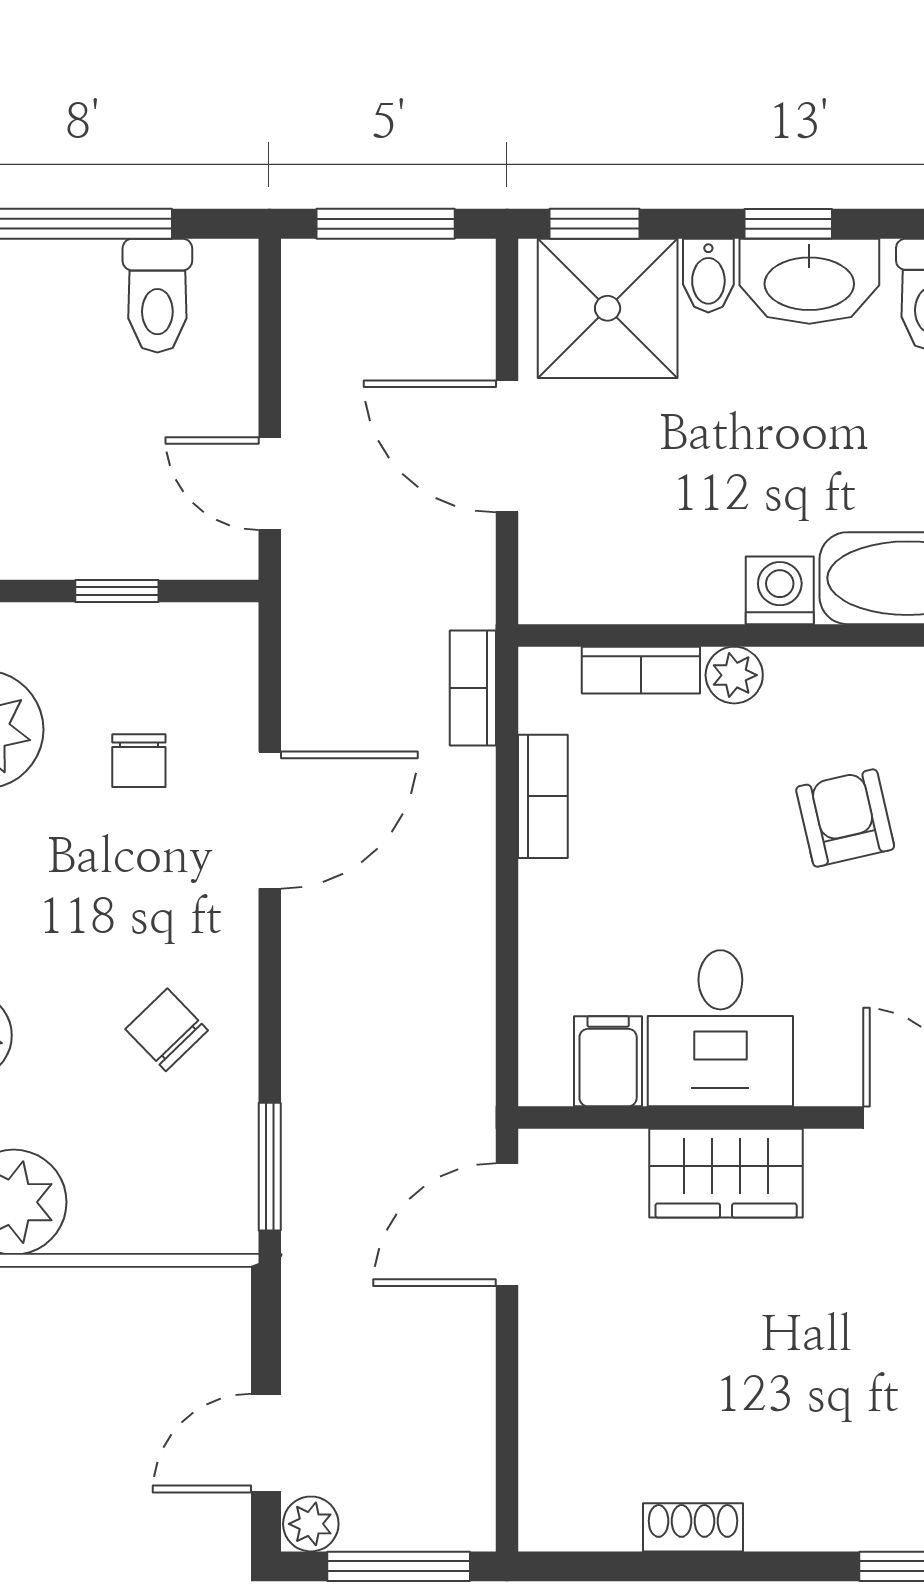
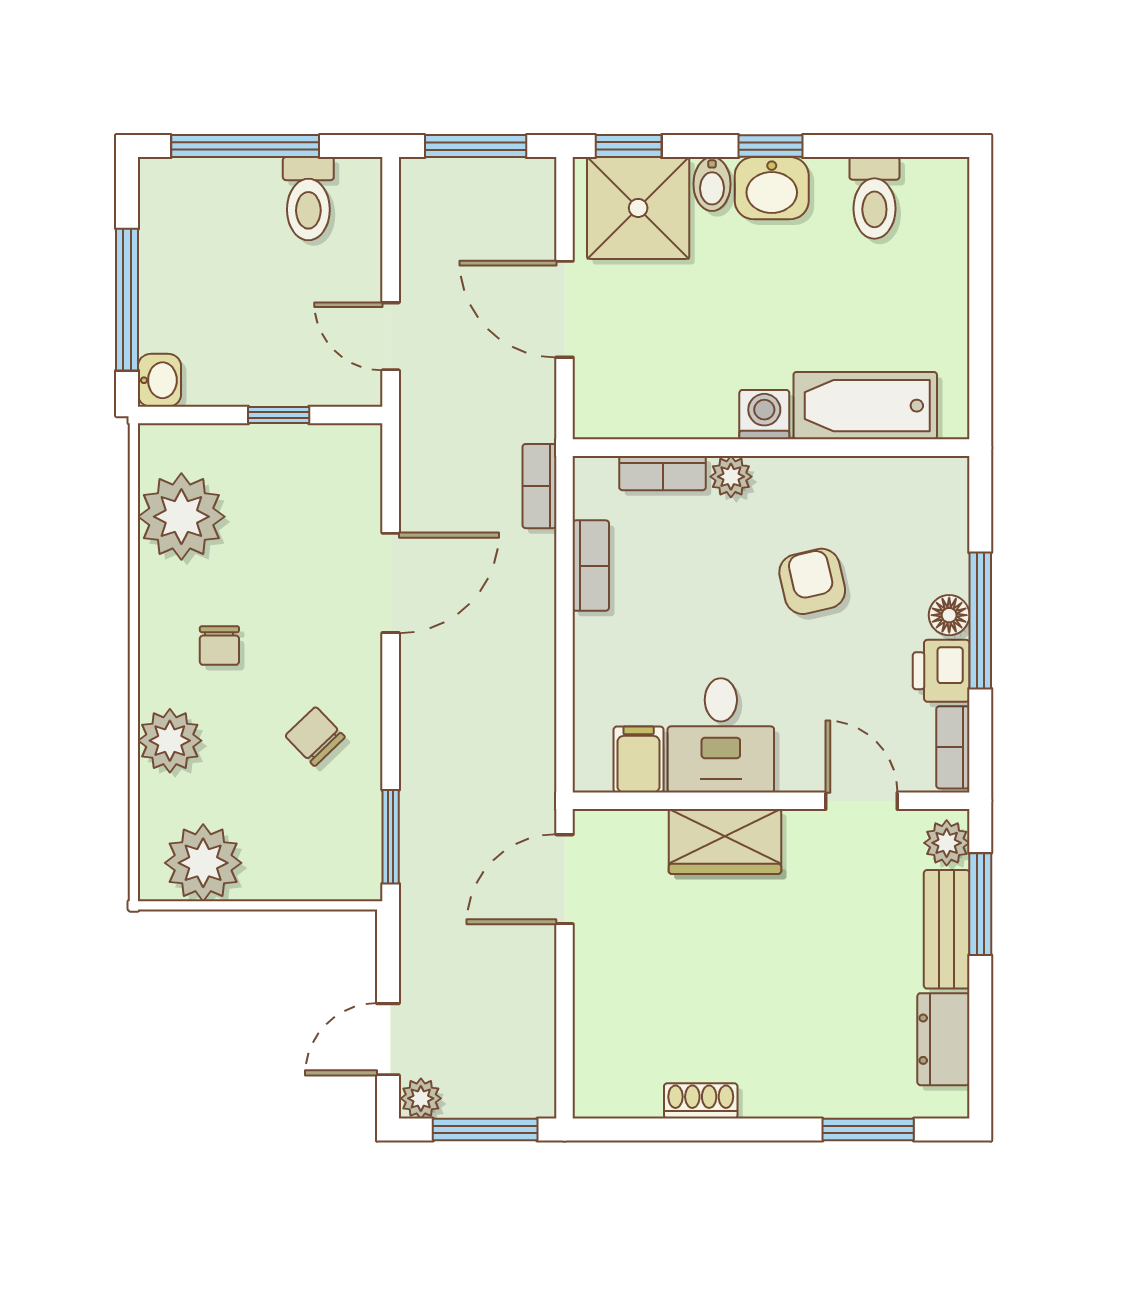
washbasin: (809, 281) -> (772, 188), width x0.72
chair: (139, 761) -> (219, 645), moved

